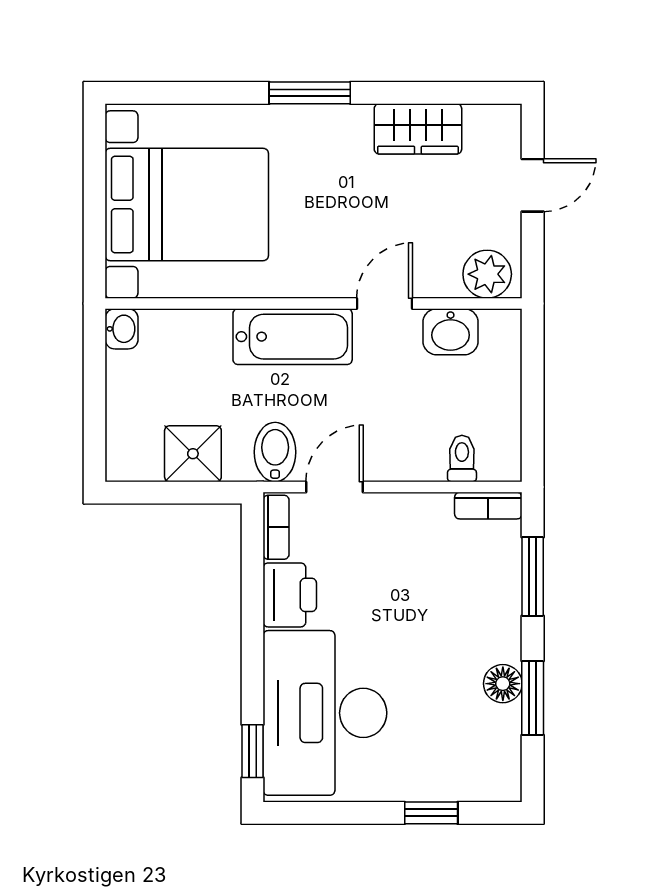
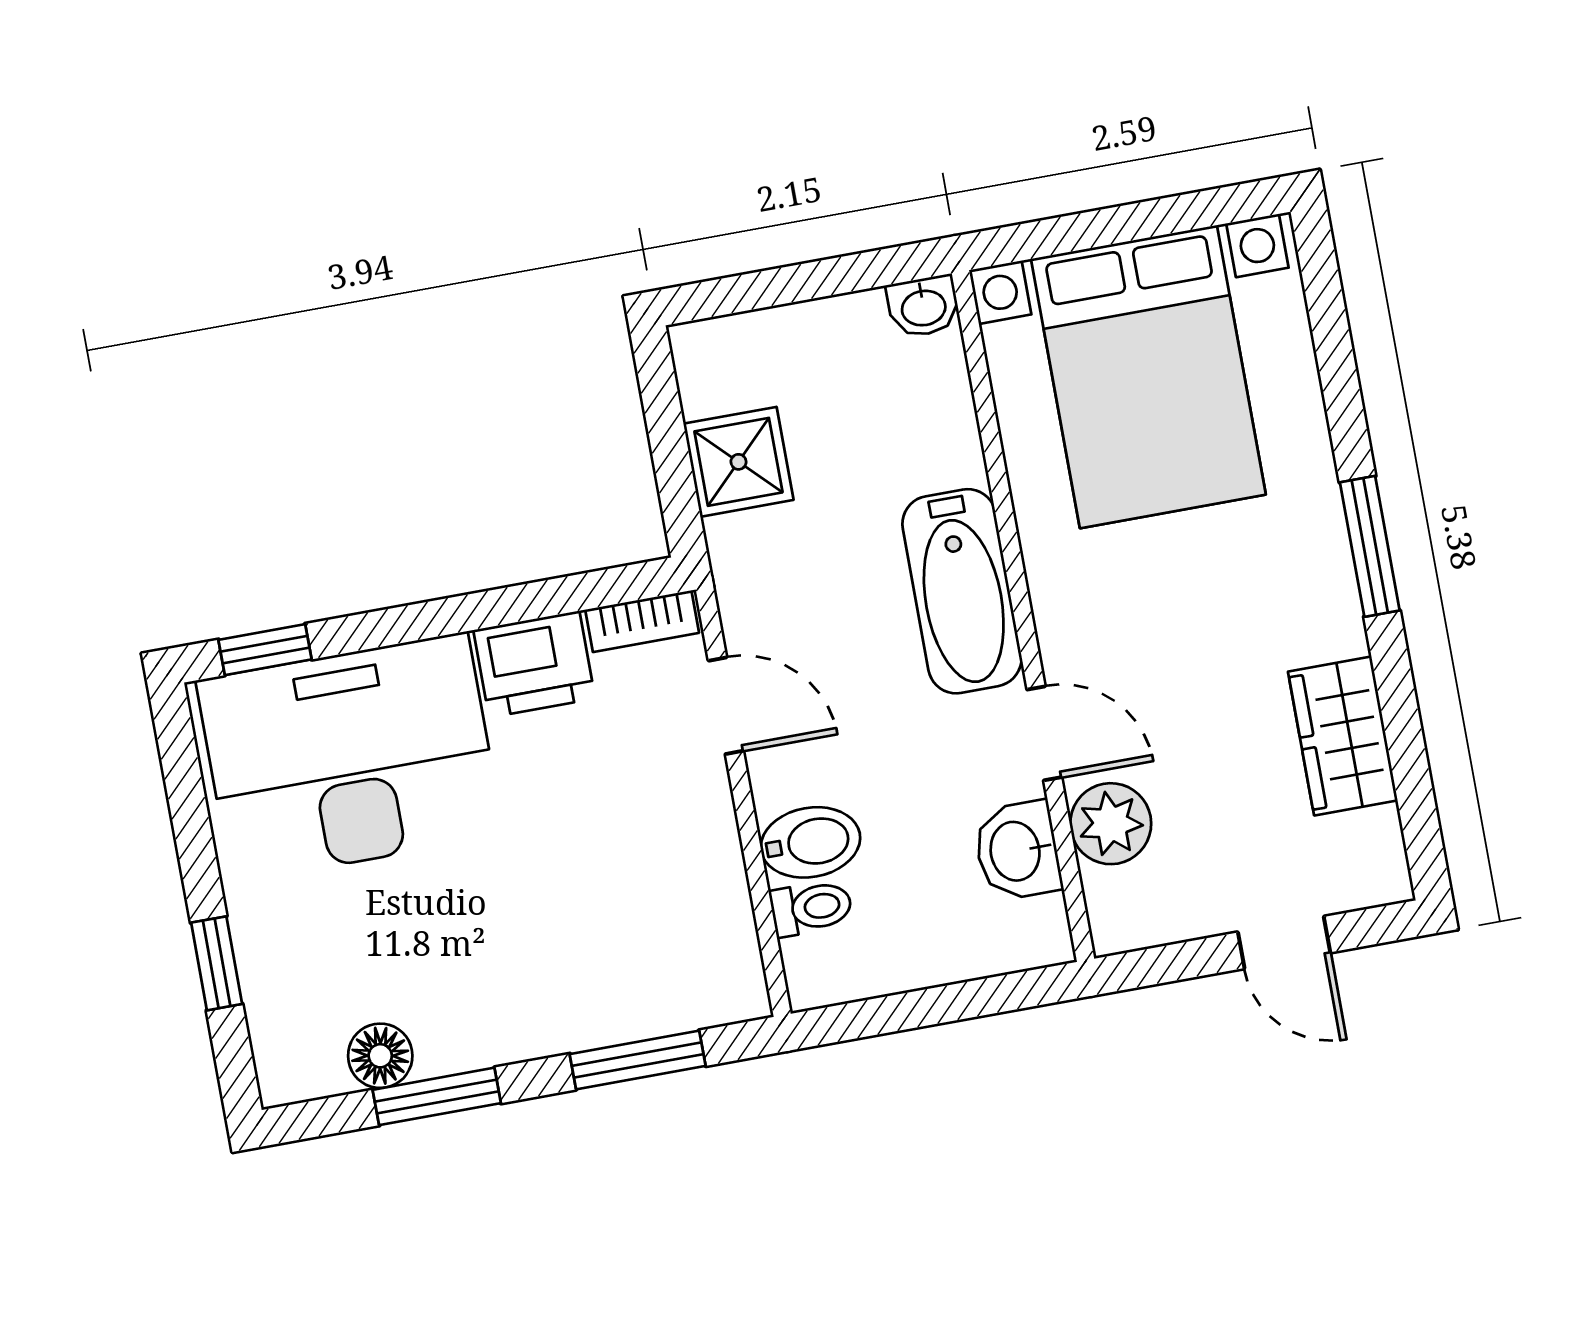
plant: (487, 274) -> (1111, 824), moved
bidet: (275, 452) -> (810, 842), moved
bookcase: (488, 506) -> (741, 965), removed
floor lamp: (503, 684) -> (380, 1056), moved

